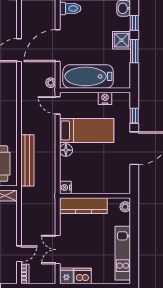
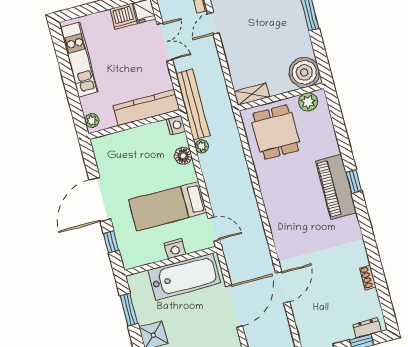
window: (134, 51) -> (129, 309), moved
plant: (51, 83) -> (202, 146), moved
nightstand: (105, 98) -> (175, 249), moved
floor lamp: (66, 150) -> (183, 156), moved
bench: (27, 160) -> (193, 105), moved

